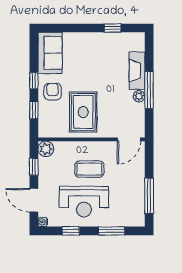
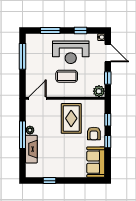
reception desk: (84, 202) -> (71, 52), turned 180

